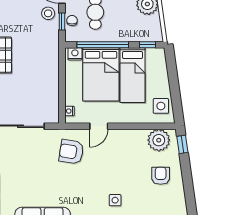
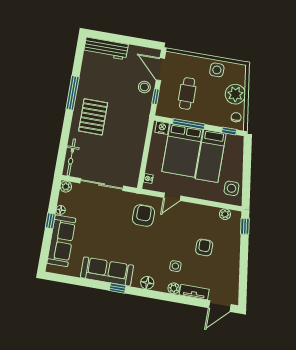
chair: (72, 21) -> (236, 117), moved
window: (103, 45) -> (189, 124), width x0.68
plant: (159, 140) -> (225, 214), width x0.53, depth x0.53
armchair: (71, 152) -> (143, 215), turned 81
armchair: (161, 176) -> (204, 247), moved

